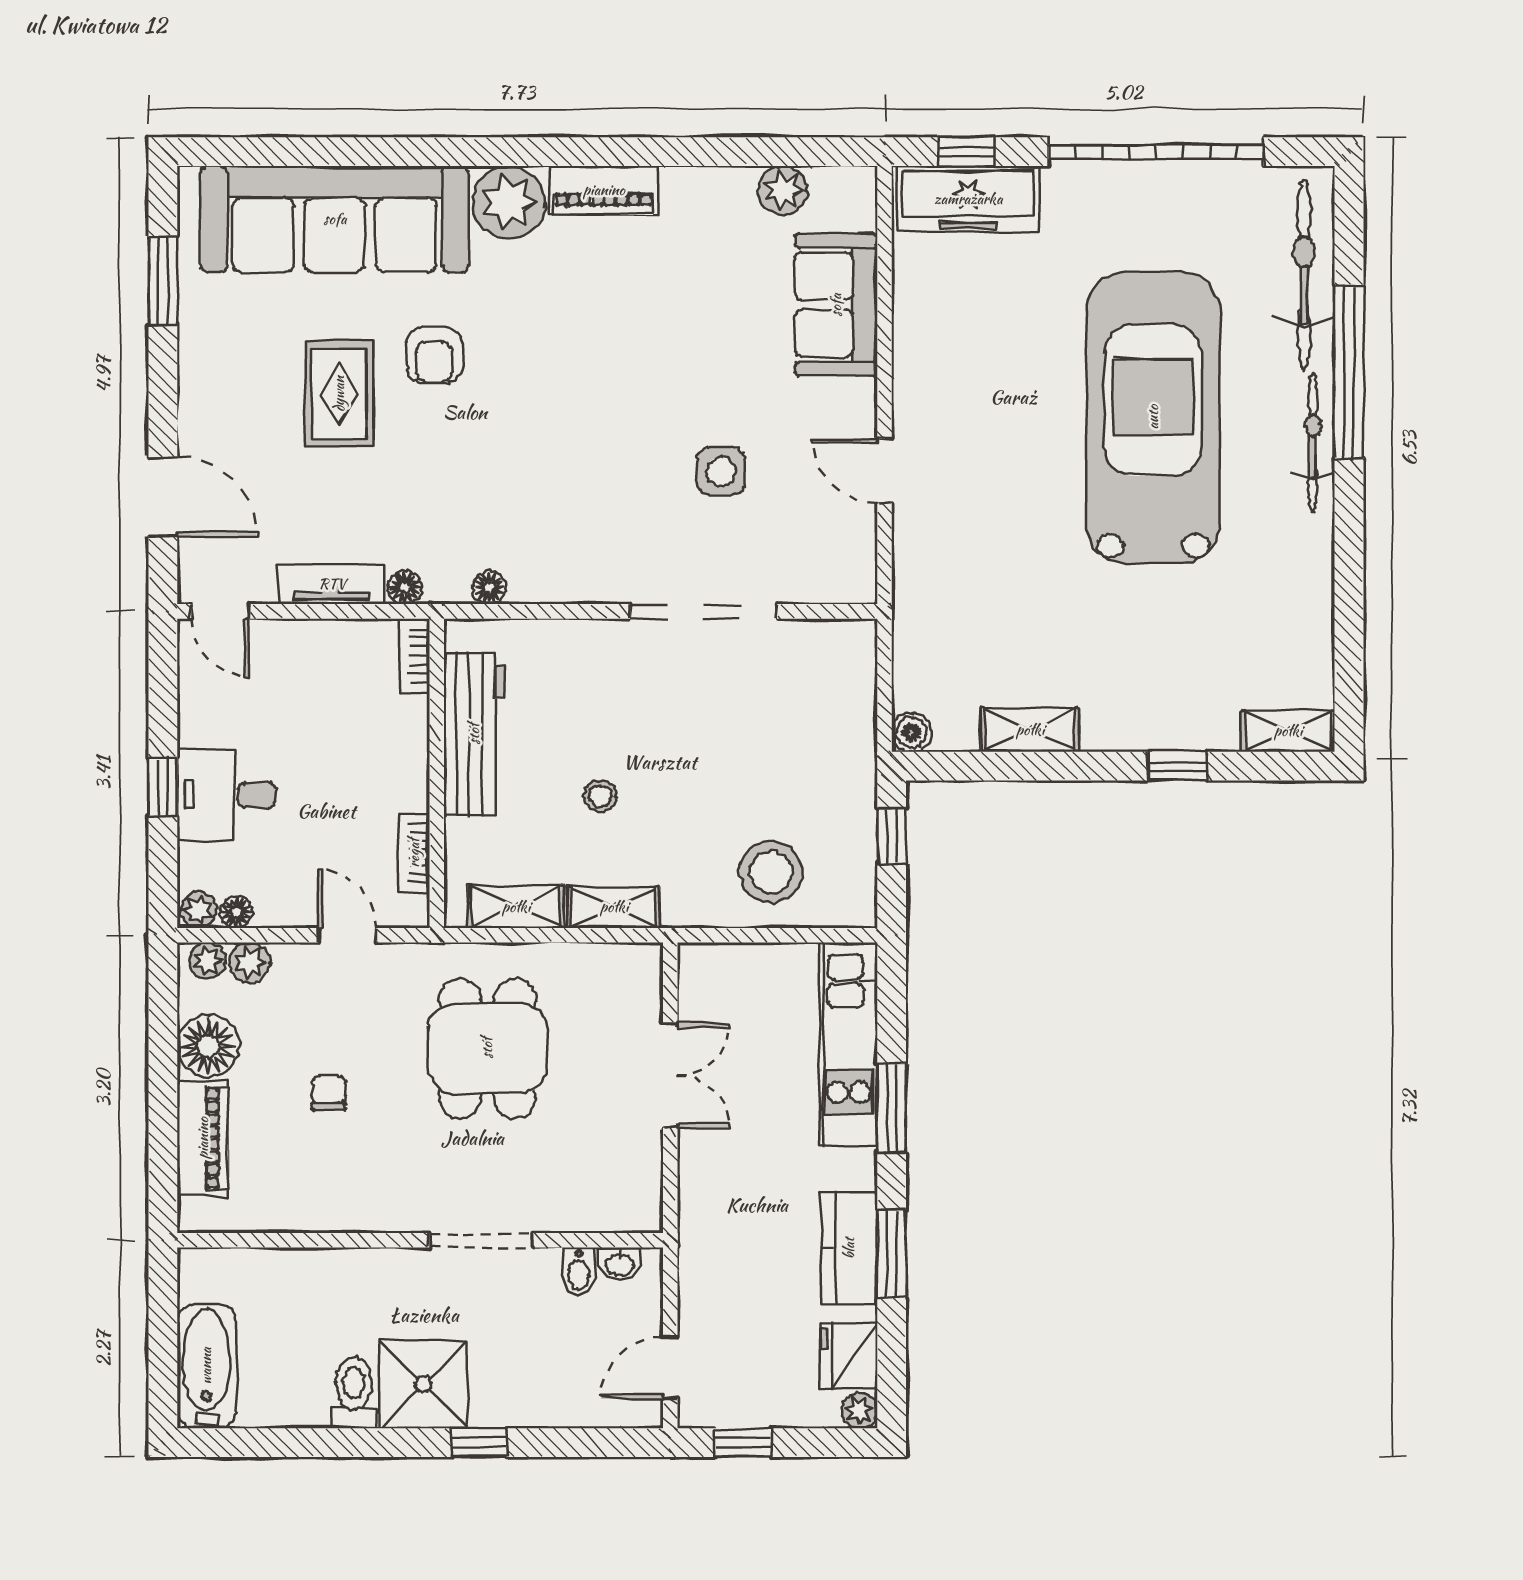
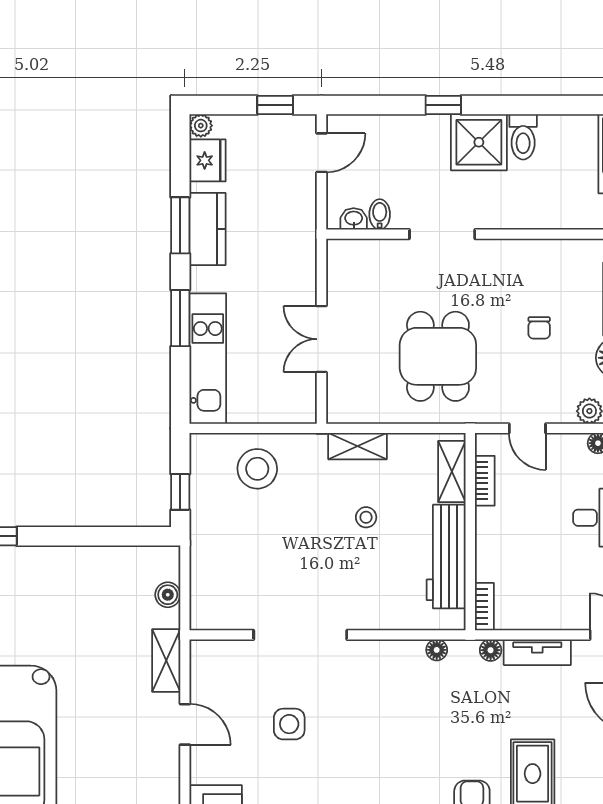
shelving: (1030, 730) -> (166, 660), moved, turned 90
boiler: (911, 732) -> (168, 595), moved
shelving: (516, 907) -> (452, 472), moved, turned 90

